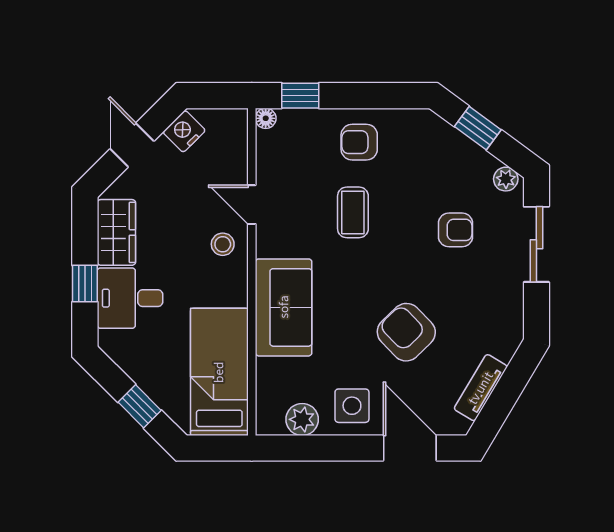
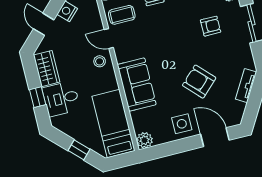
coffee table: (353, 212) -> (122, 15), moved, turned 90
tv unit: (481, 388) -> (246, 86), moved
plant: (302, 419) -> (145, 140), moved

